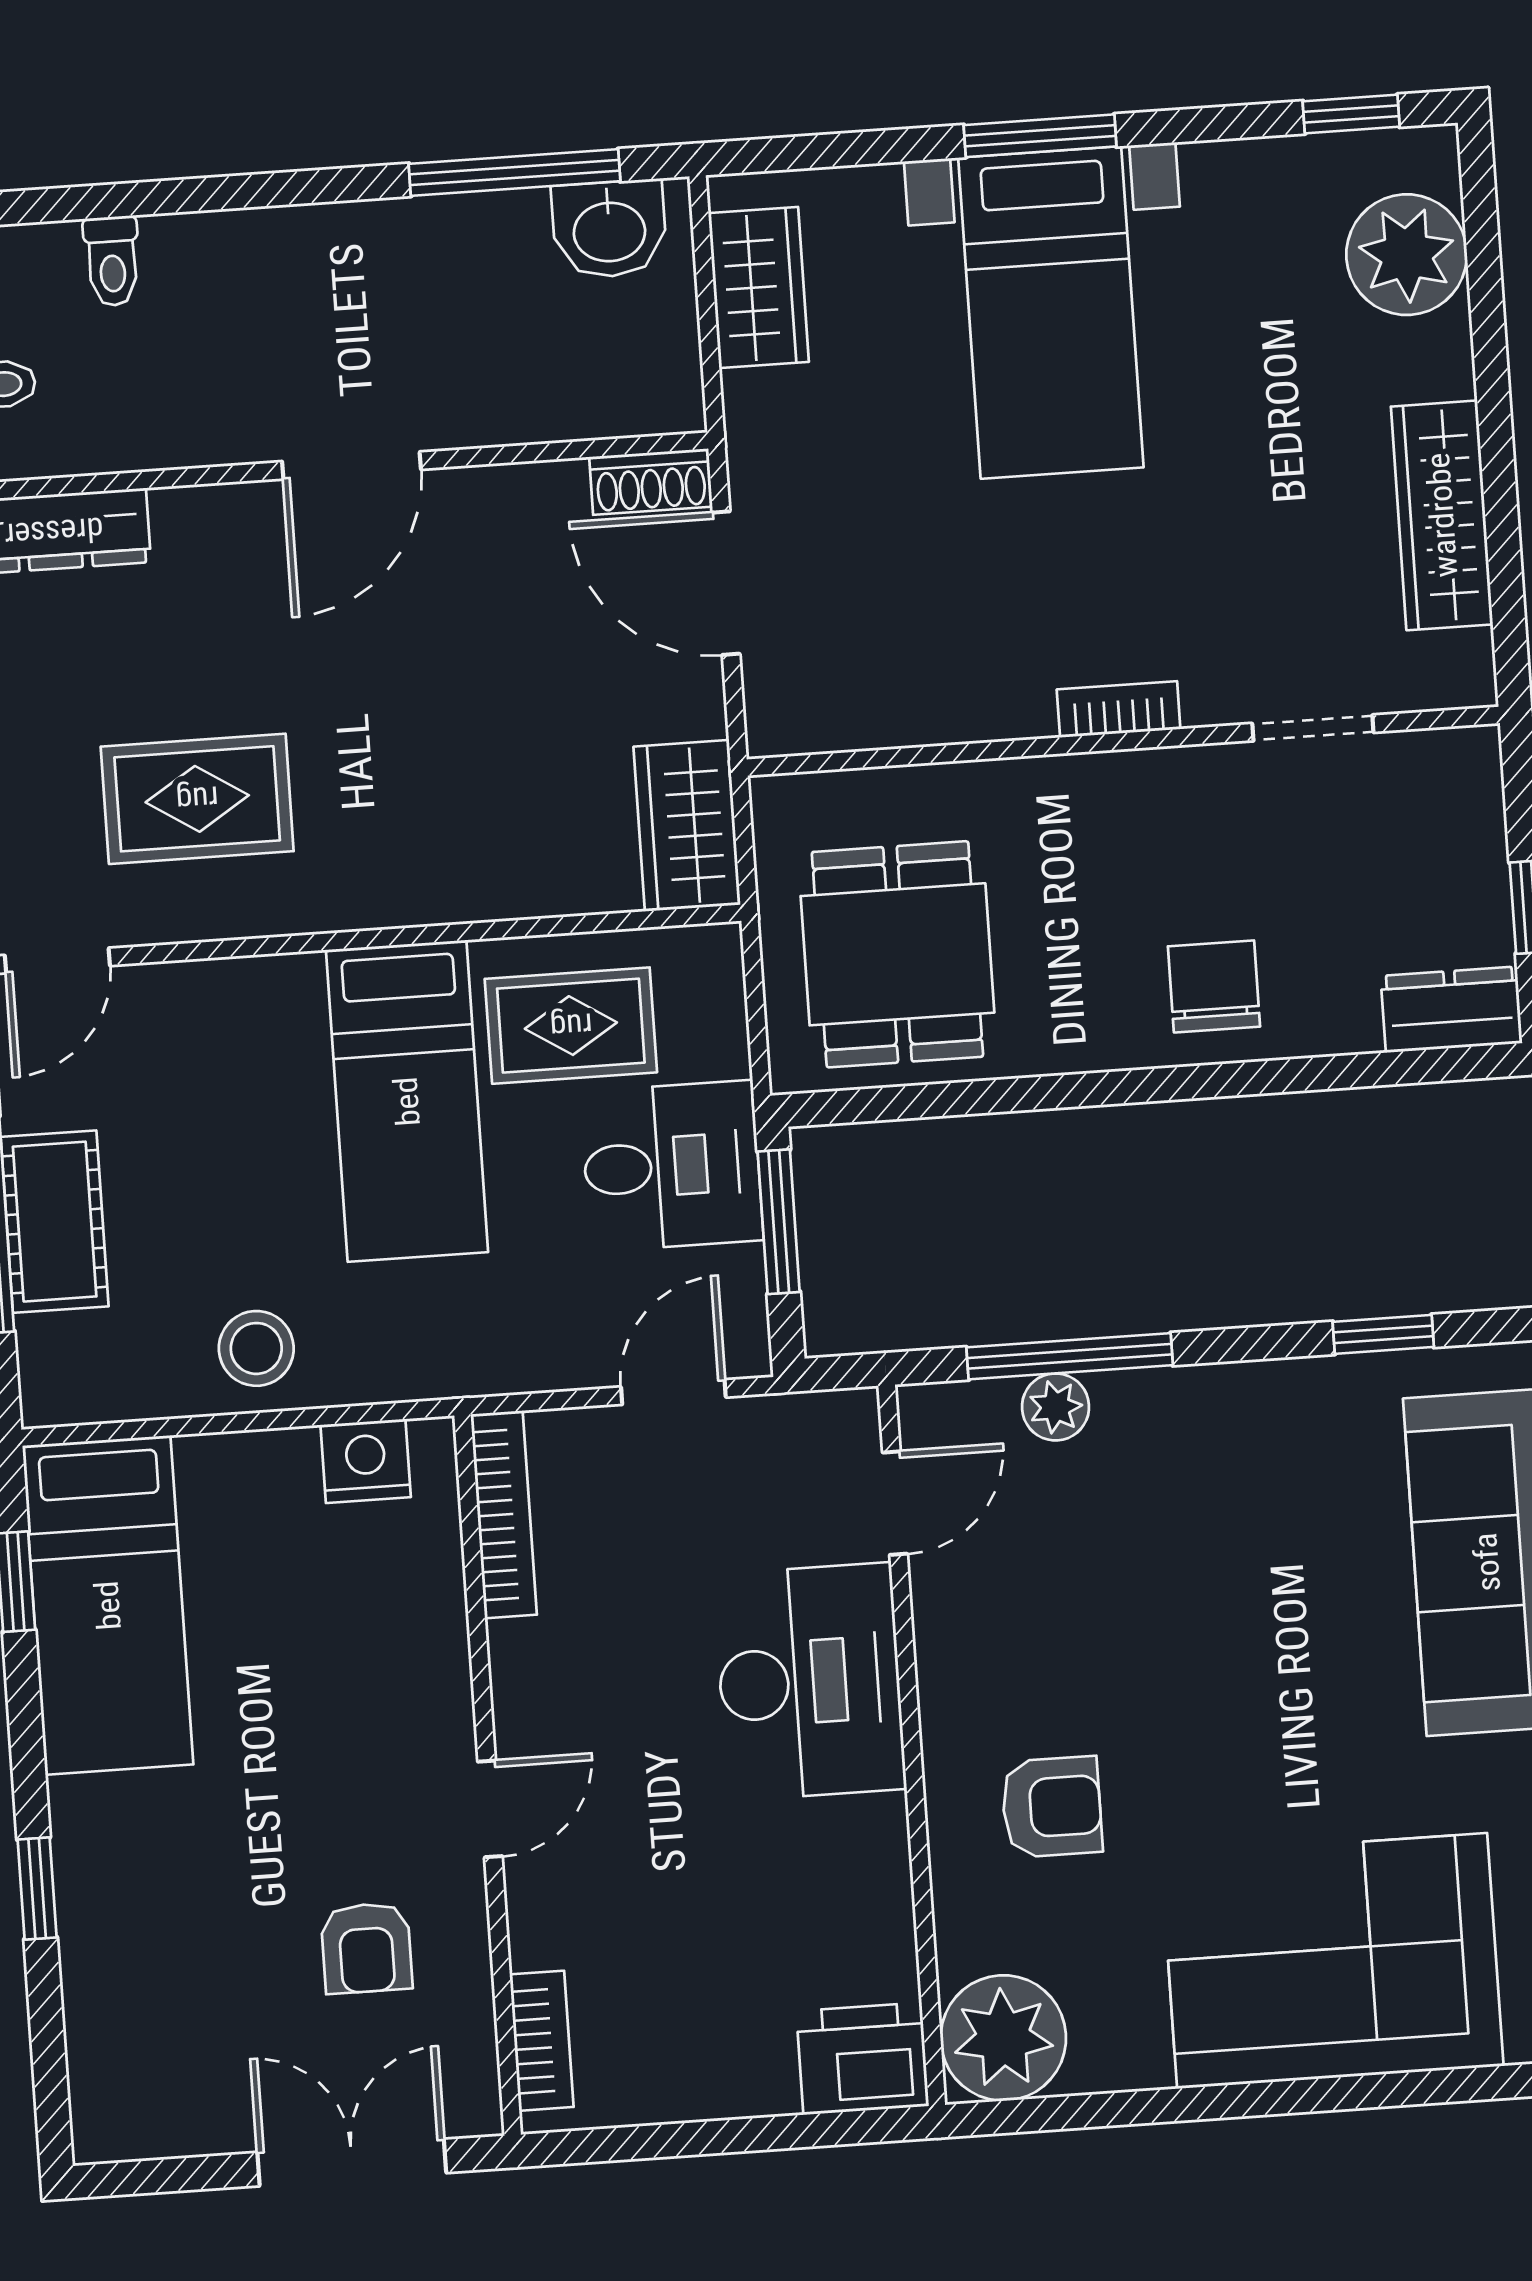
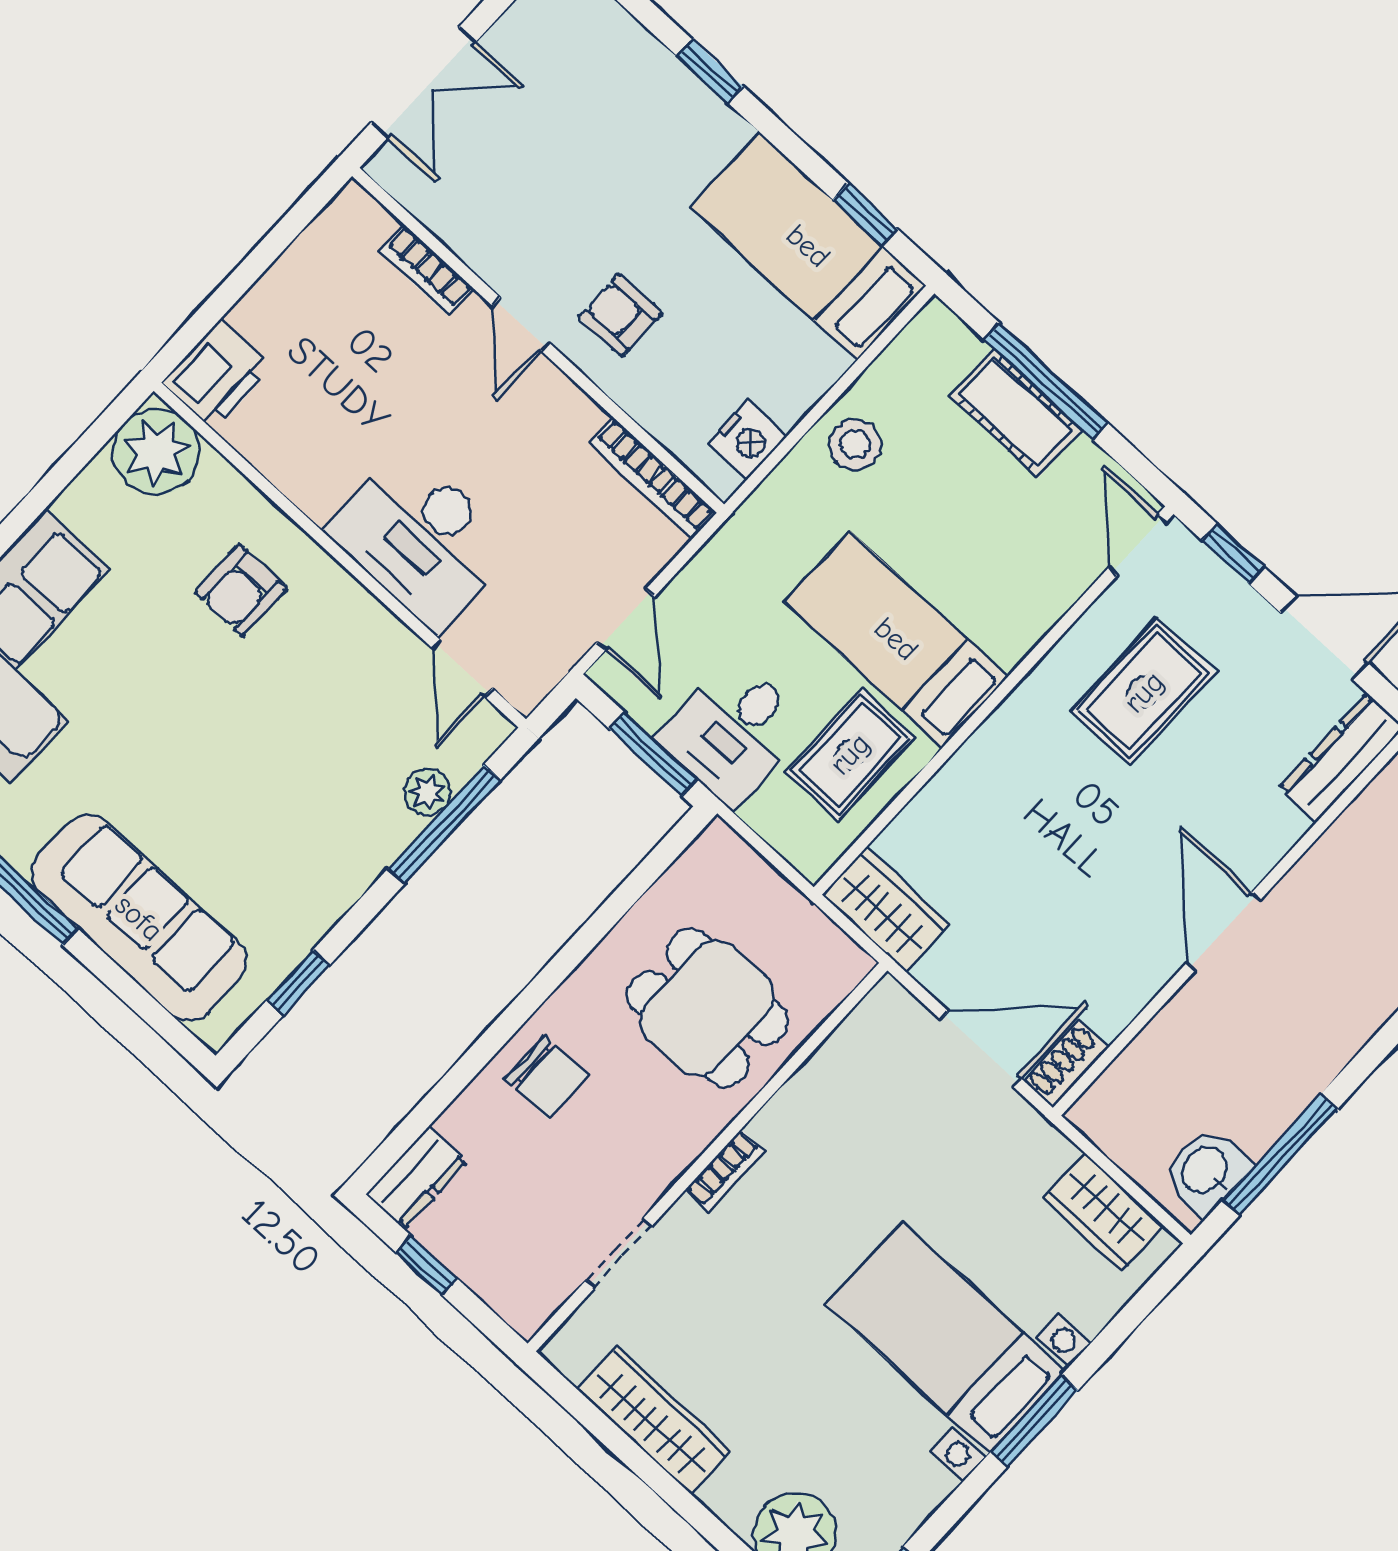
dining table: (897, 954) -> (708, 1008), moved
armchair: (366, 1948) -> (620, 315), moved
bookcase: (542, 2041) -> (426, 270), moved

